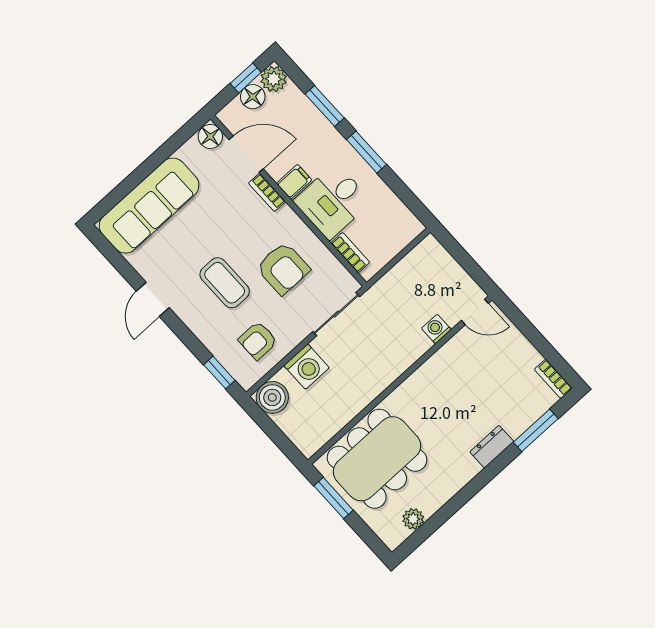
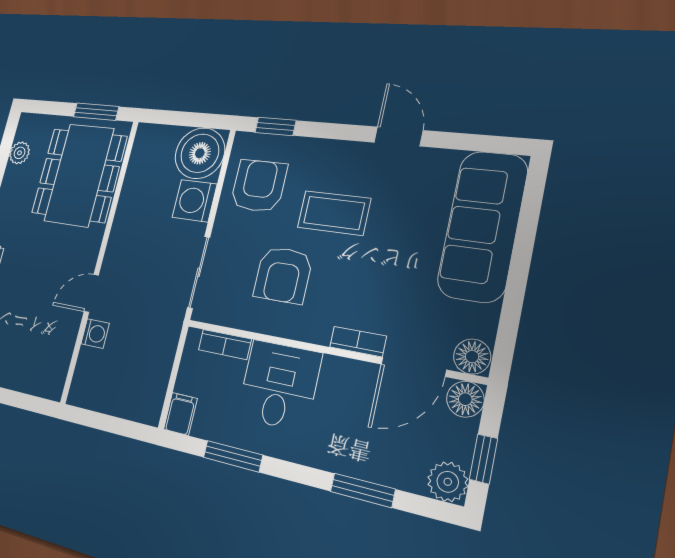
floor lamp: (253, 97) -> (465, 399), moved
window: (367, 152) -> (233, 456), moved
filing cabinet: (294, 182) -> (180, 414), moved, turned 180
armchair: (283, 268) -> (283, 275), turned -90
door: (475, 312) -> (91, 293), moved
armchair: (258, 341) -> (259, 186), width x1.38, depth x1.38
boiler: (272, 397) -> (200, 153), width x1.37, depth x1.37

